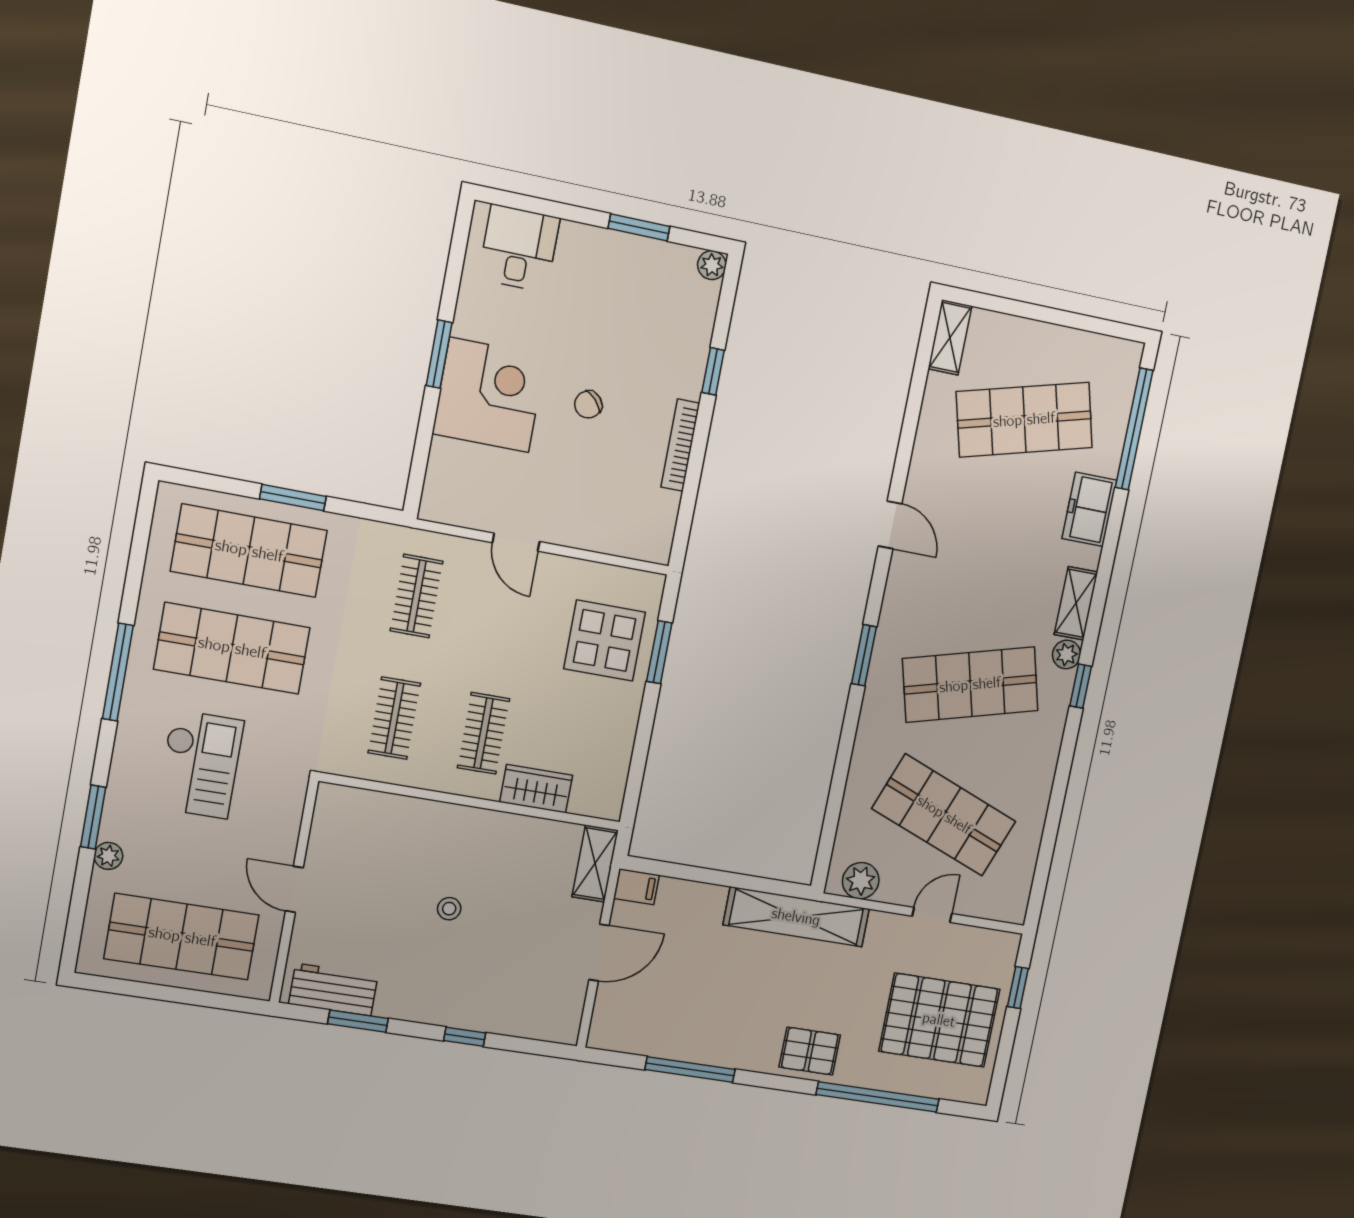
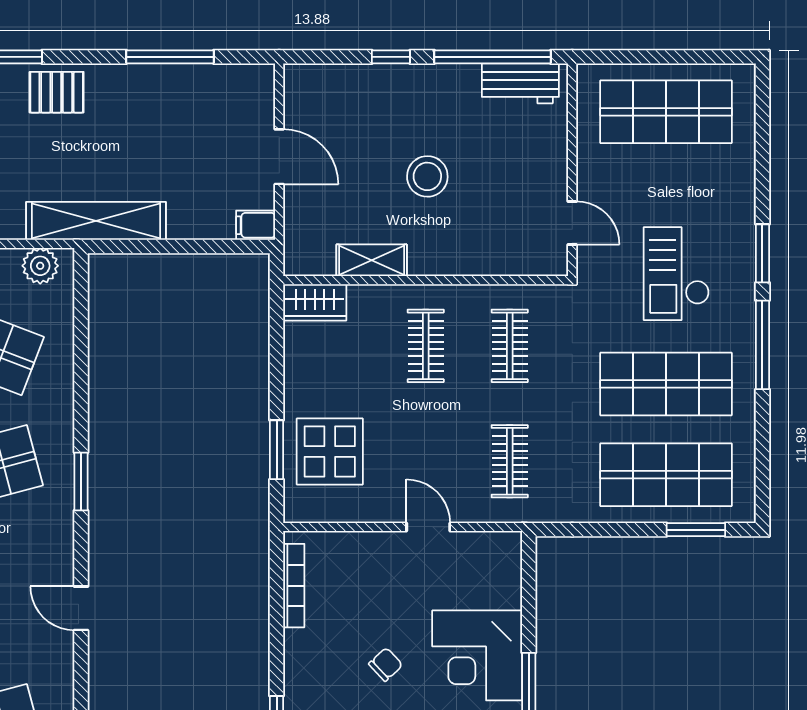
bookcase: (680, 445) -> (294, 586), moved
window: (293, 498) -> (696, 530), moved
wardrobe: (536, 789) -> (315, 302), moved
window: (93, 817) -> (762, 253), moved
plant: (108, 856) -> (743, 176), removed
shelving: (595, 864) -> (372, 260), moved, turned 90
door: (294, 889) -> (572, 223), moved
stool: (449, 909) -> (427, 176), width x1.89, depth x1.89
door: (599, 952) -> (279, 157), swing flipped
window: (358, 1021) -> (492, 57), width x2.11

